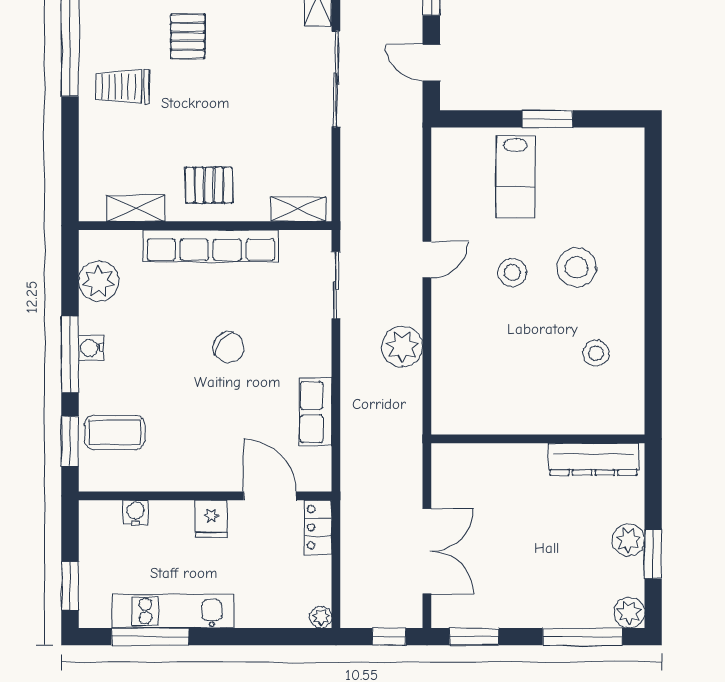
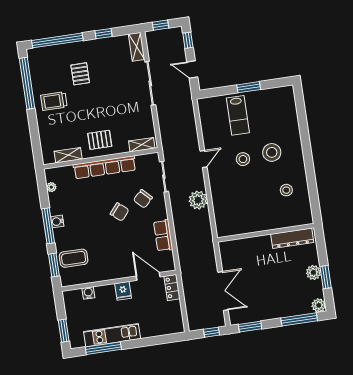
plant: (99, 281) -> (51, 187), width x0.53, depth x0.53
chair: (283, 326) -> (143, 199), added
plant: (321, 617) -> (179, 328), removed

